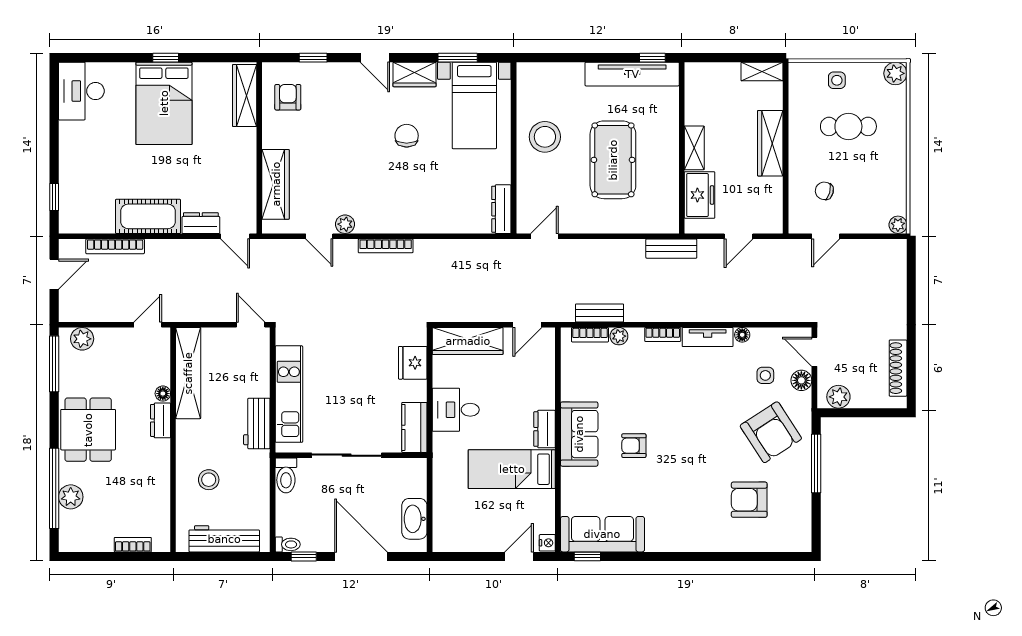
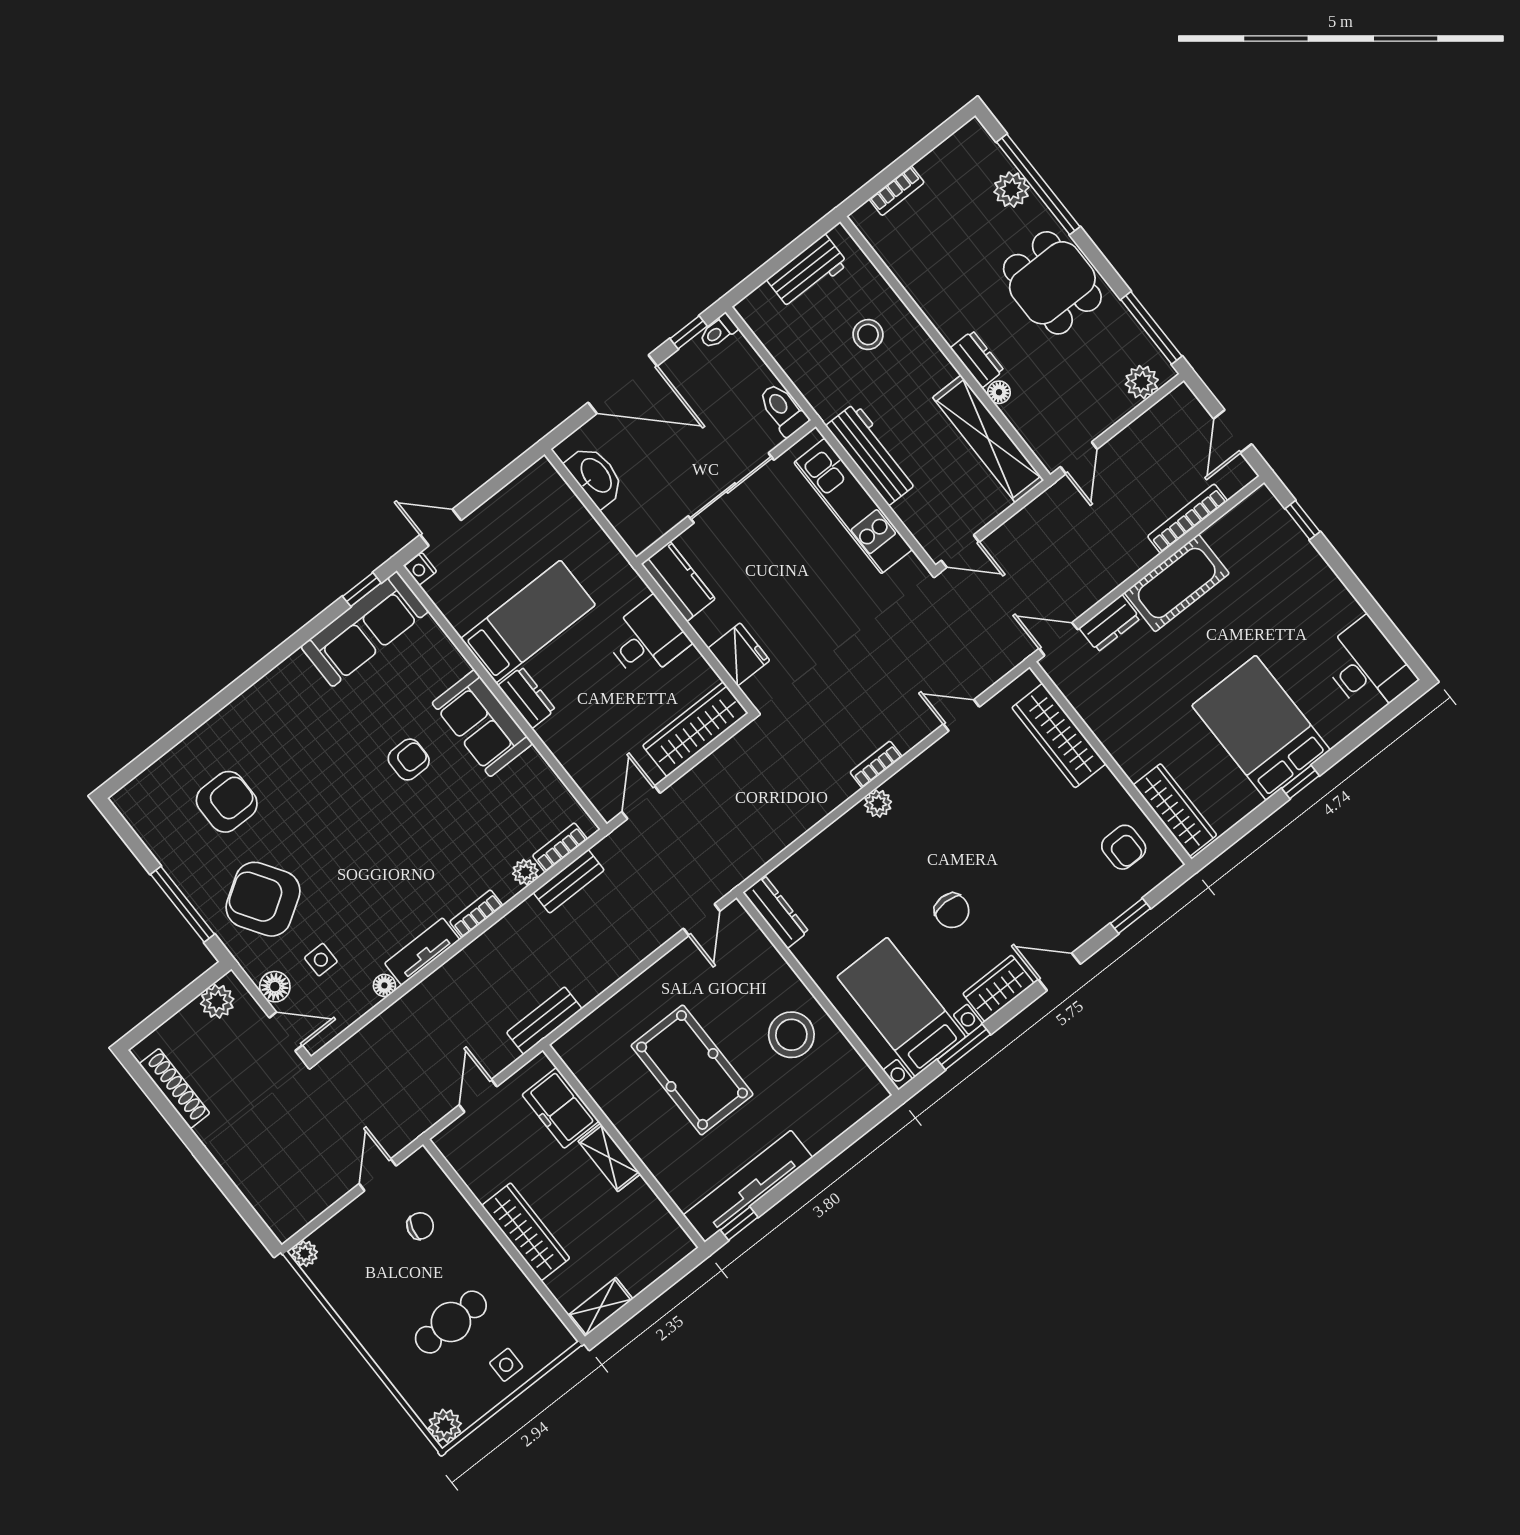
plant: (345, 224) -> (878, 804), moved
bookcase: (386, 246) -> (876, 765), width x0.64
workbench: (257, 423) -> (872, 454), width x1.38
workbench: (224, 539) -> (807, 272), width x0.73
door: (519, 556) -> (441, 528), swing flipped

